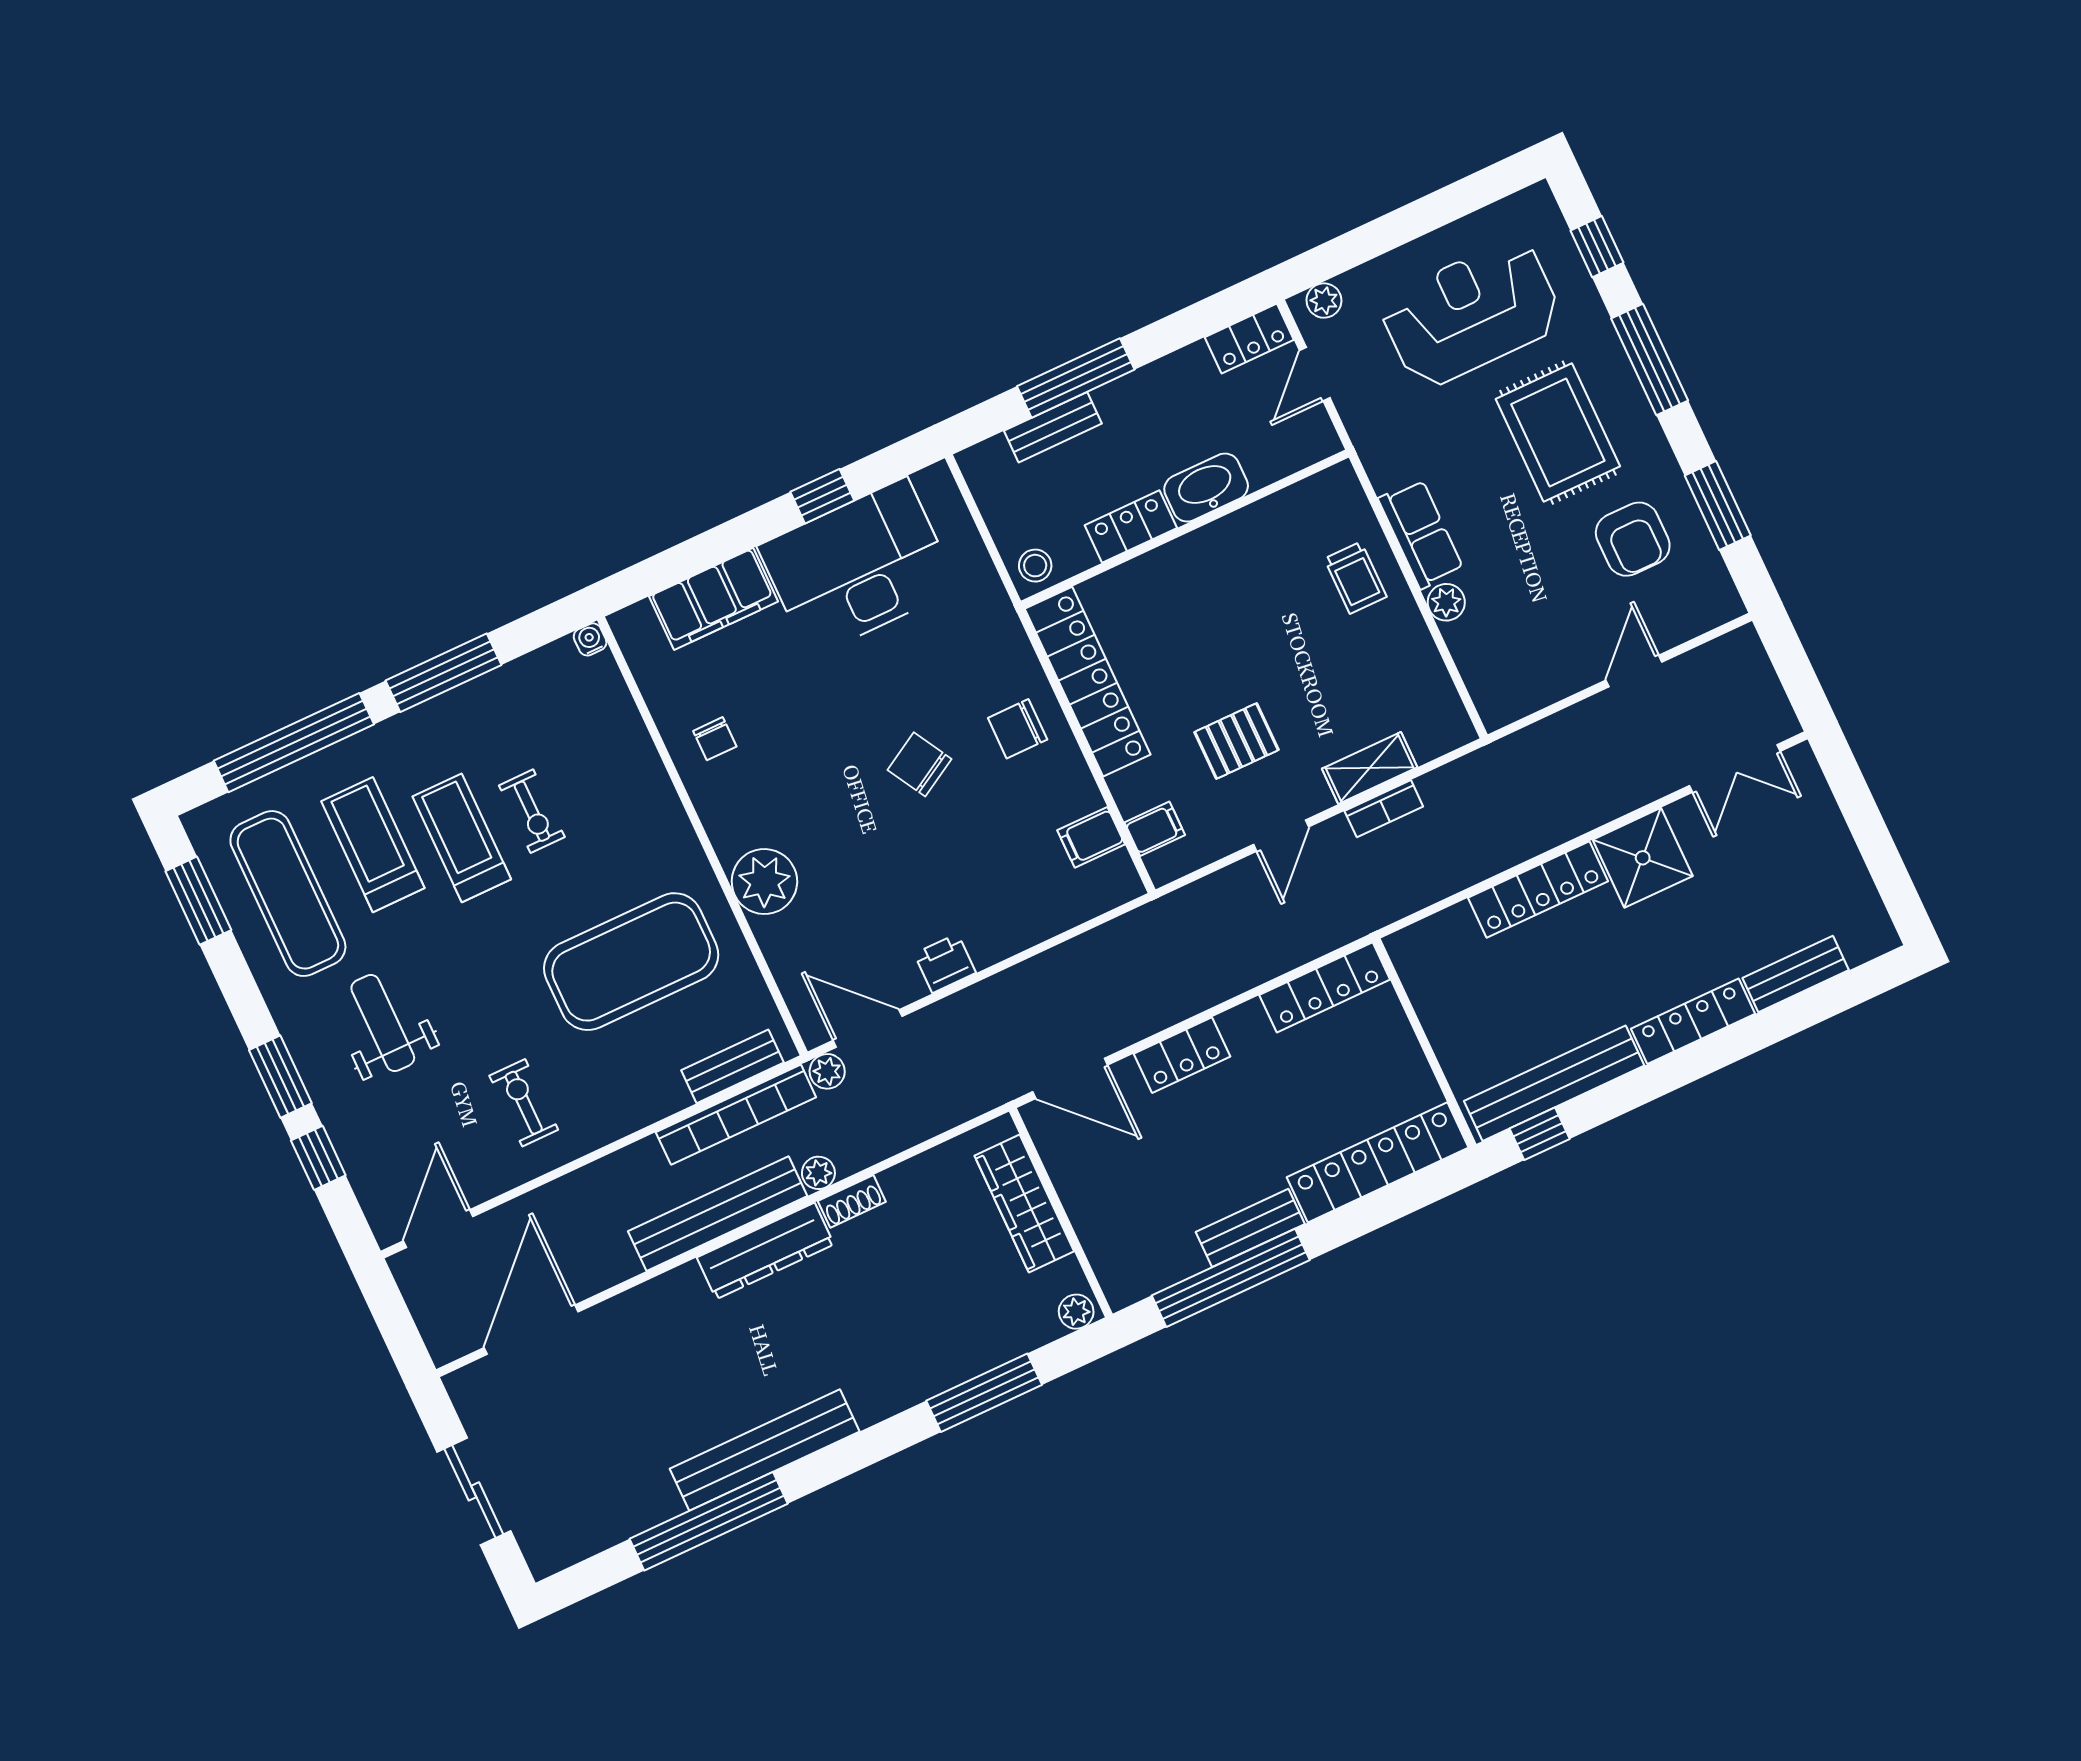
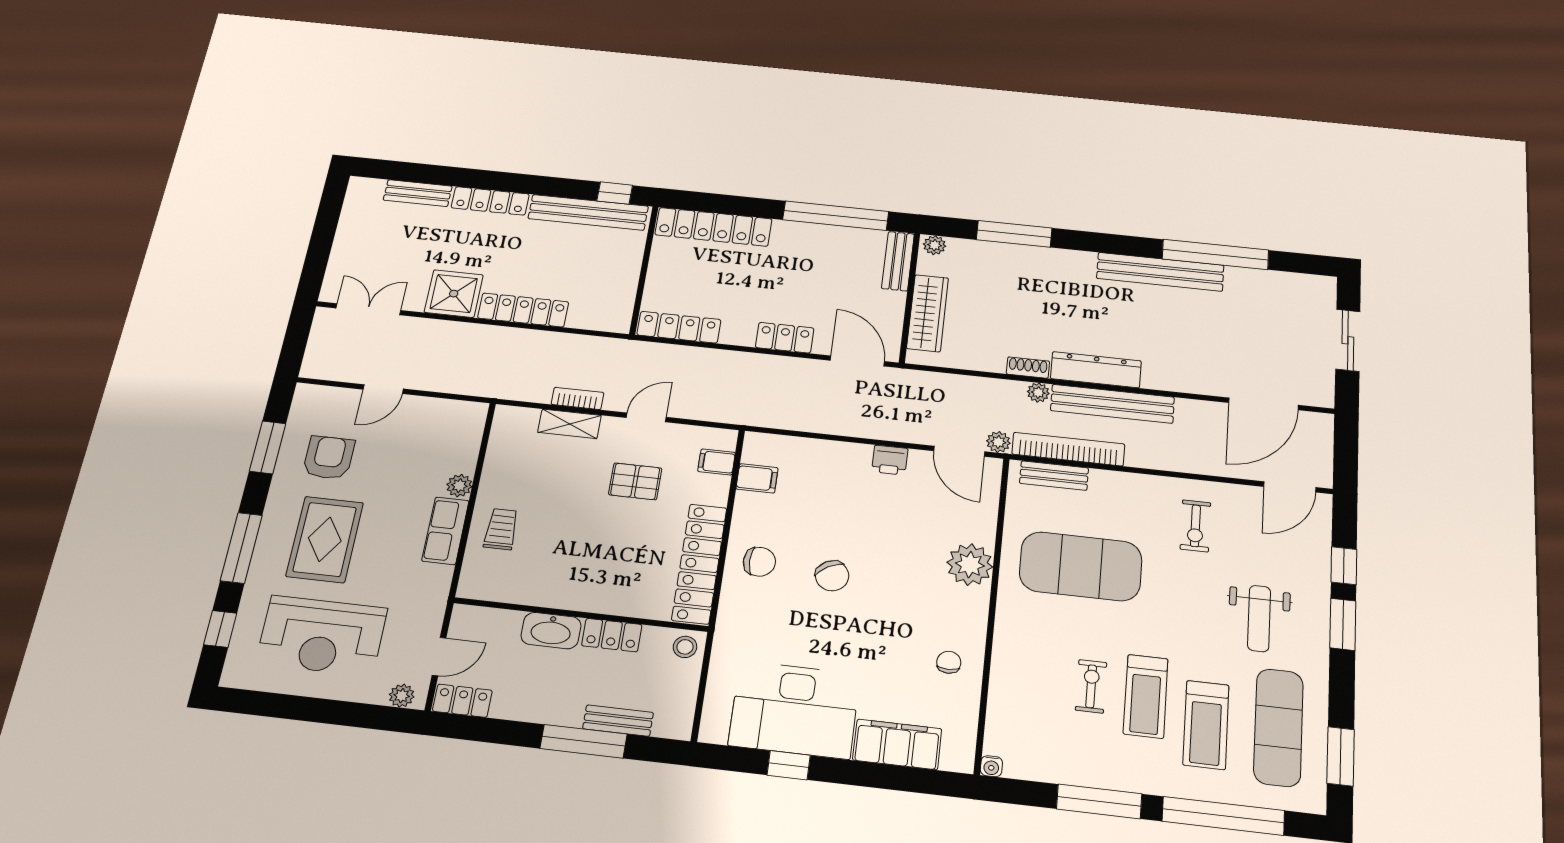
bench: (1250, 1228) -> (898, 261), moved, turned 90

